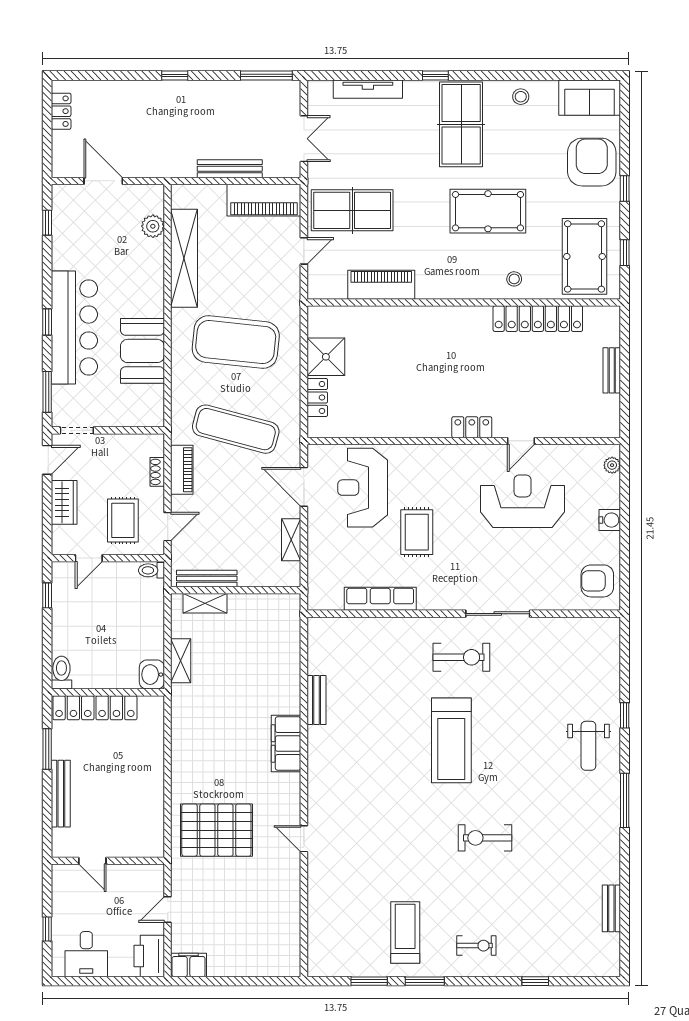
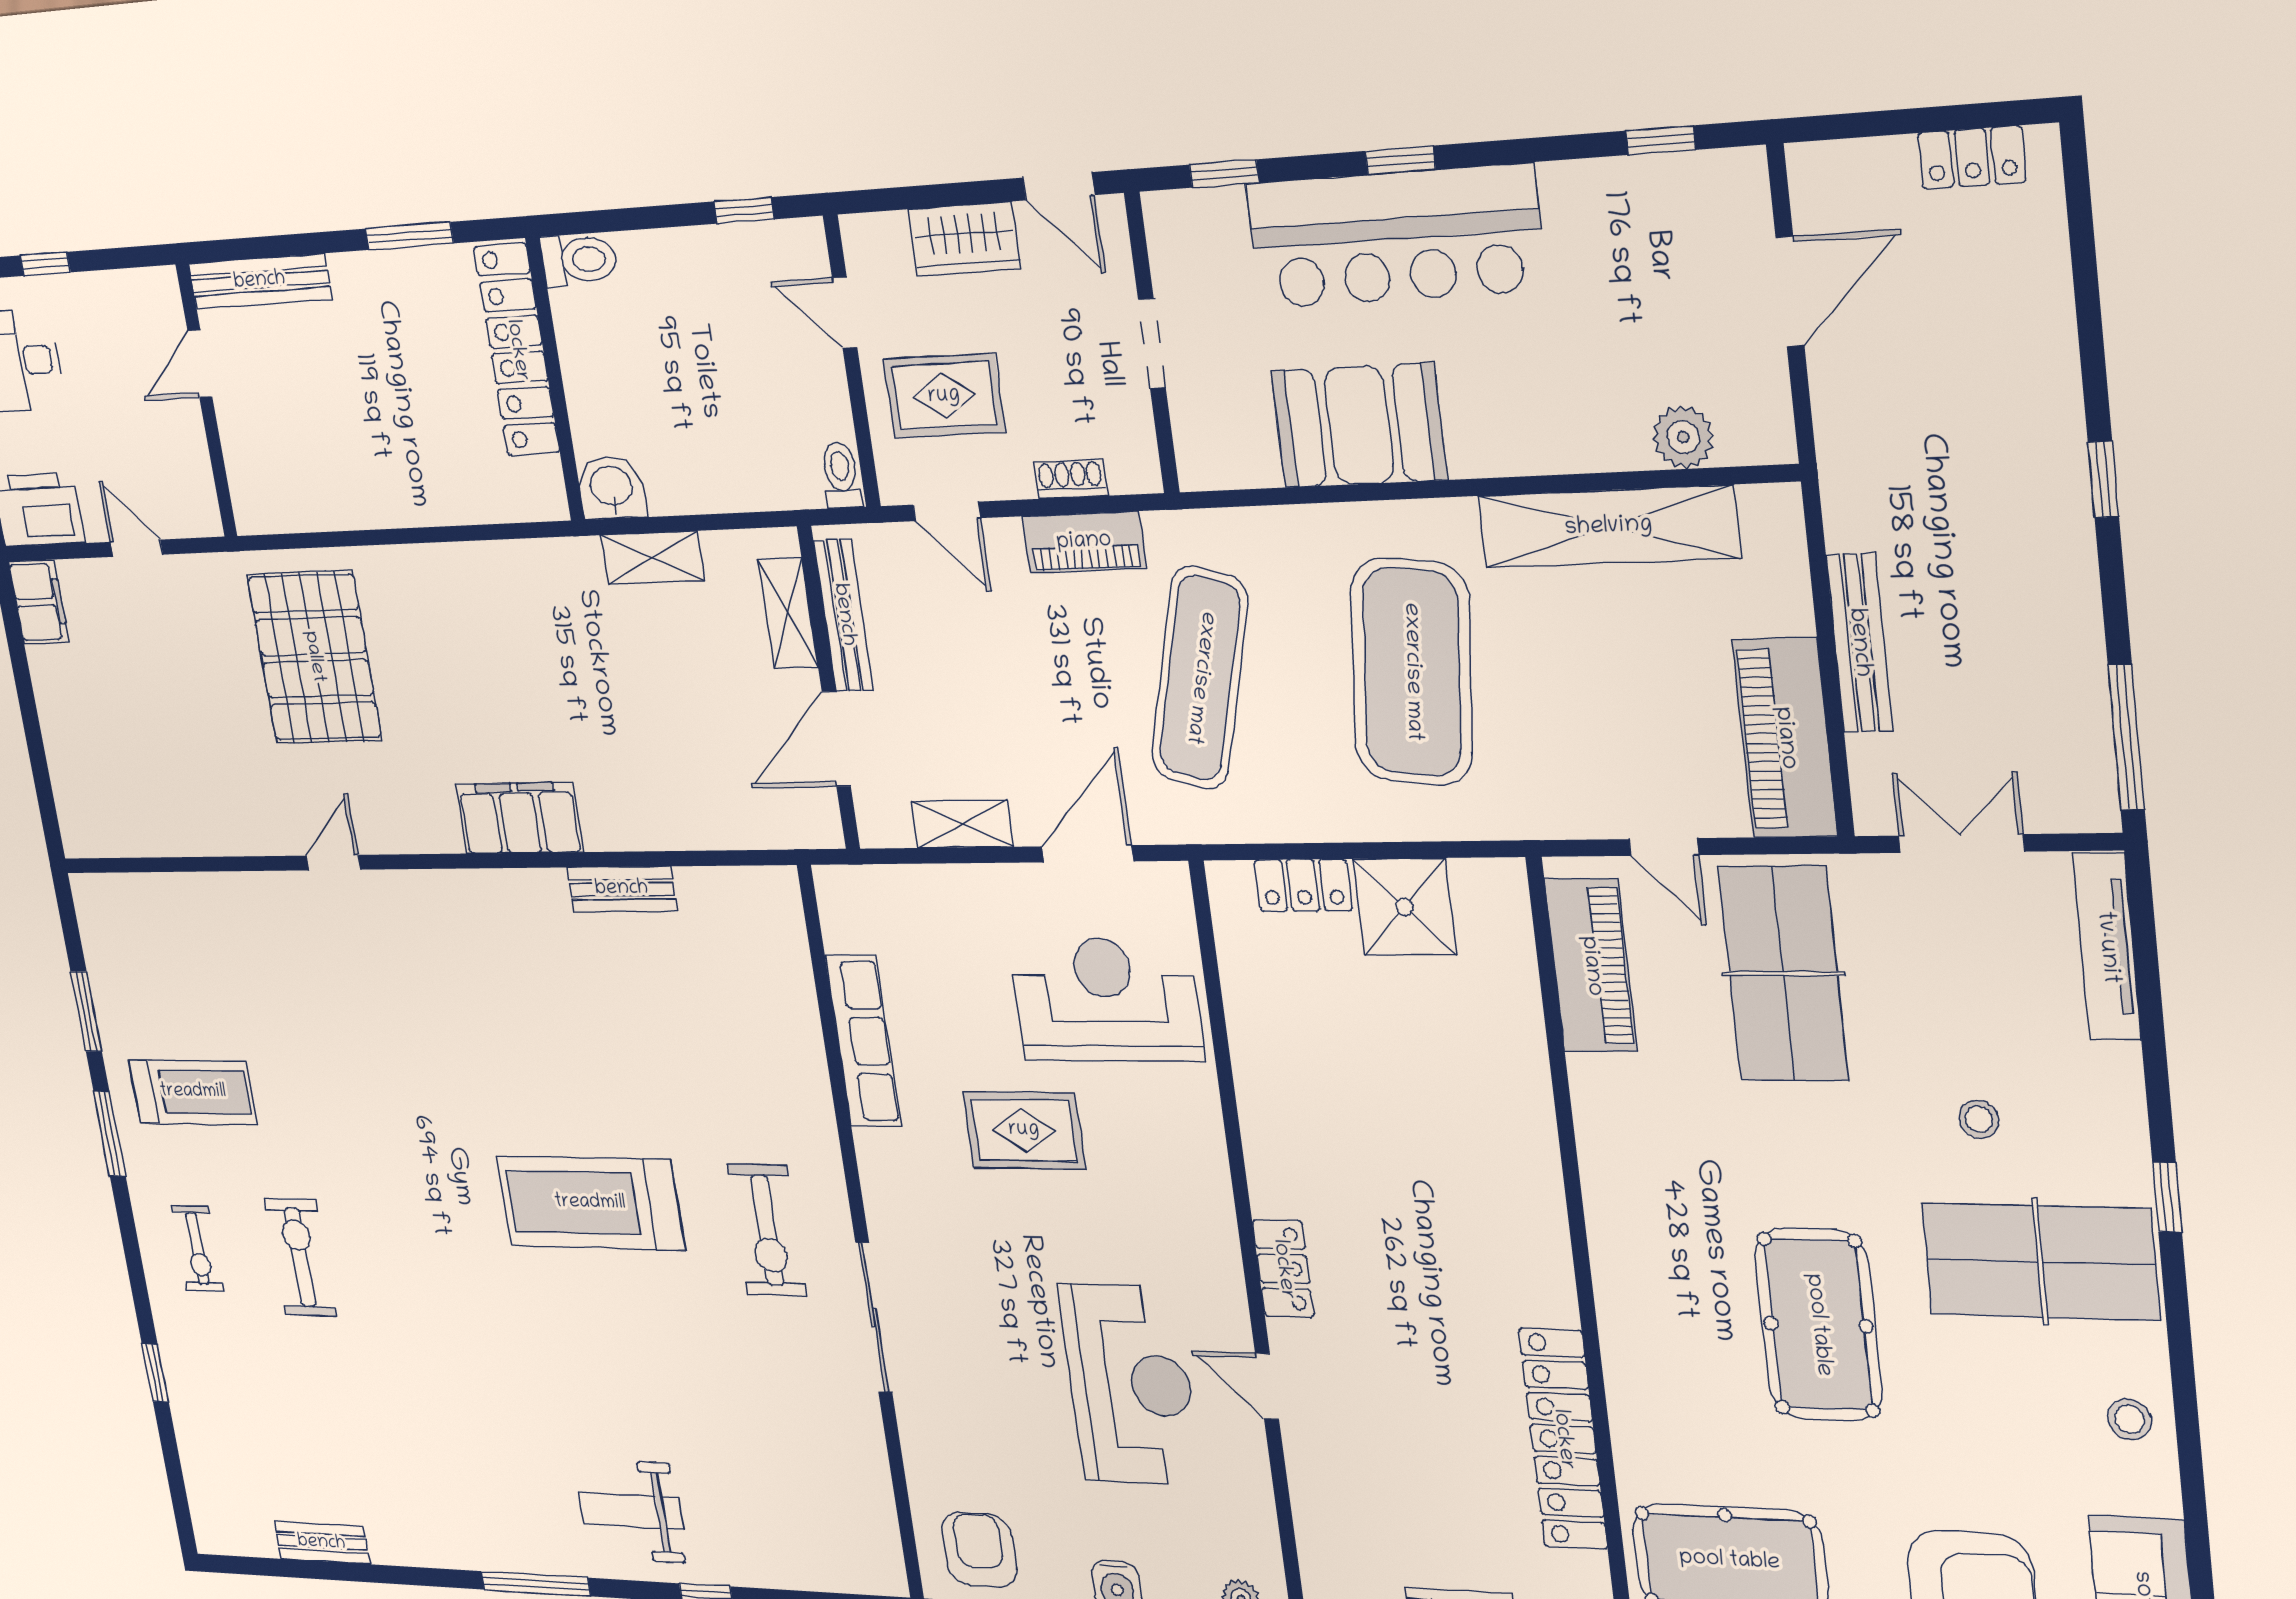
tv unit: (368, 89) -> (2107, 947), moved
double door: (304, 139) -> (1961, 844), swing flipped
stool: (514, 279) -> (1979, 1119), moved
piano: (381, 285) -> (1591, 966), moved
window: (47, 392) -> (1224, 174), width x0.67
doorway: (77, 430) -> (1152, 344), moved
door: (256, 590) -> (836, 739), added
bench: (61, 794) -> (260, 281), moved
exercise bike: (485, 838) -> (300, 1257), moved

